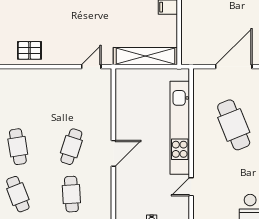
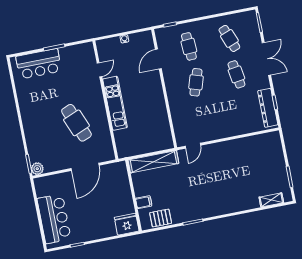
pallet: (29, 50) -> (242, 149), removed
kitchen unit: (180, 128) -> (115, 103), width x0.73
door: (113, 153) -> (158, 59), moved

